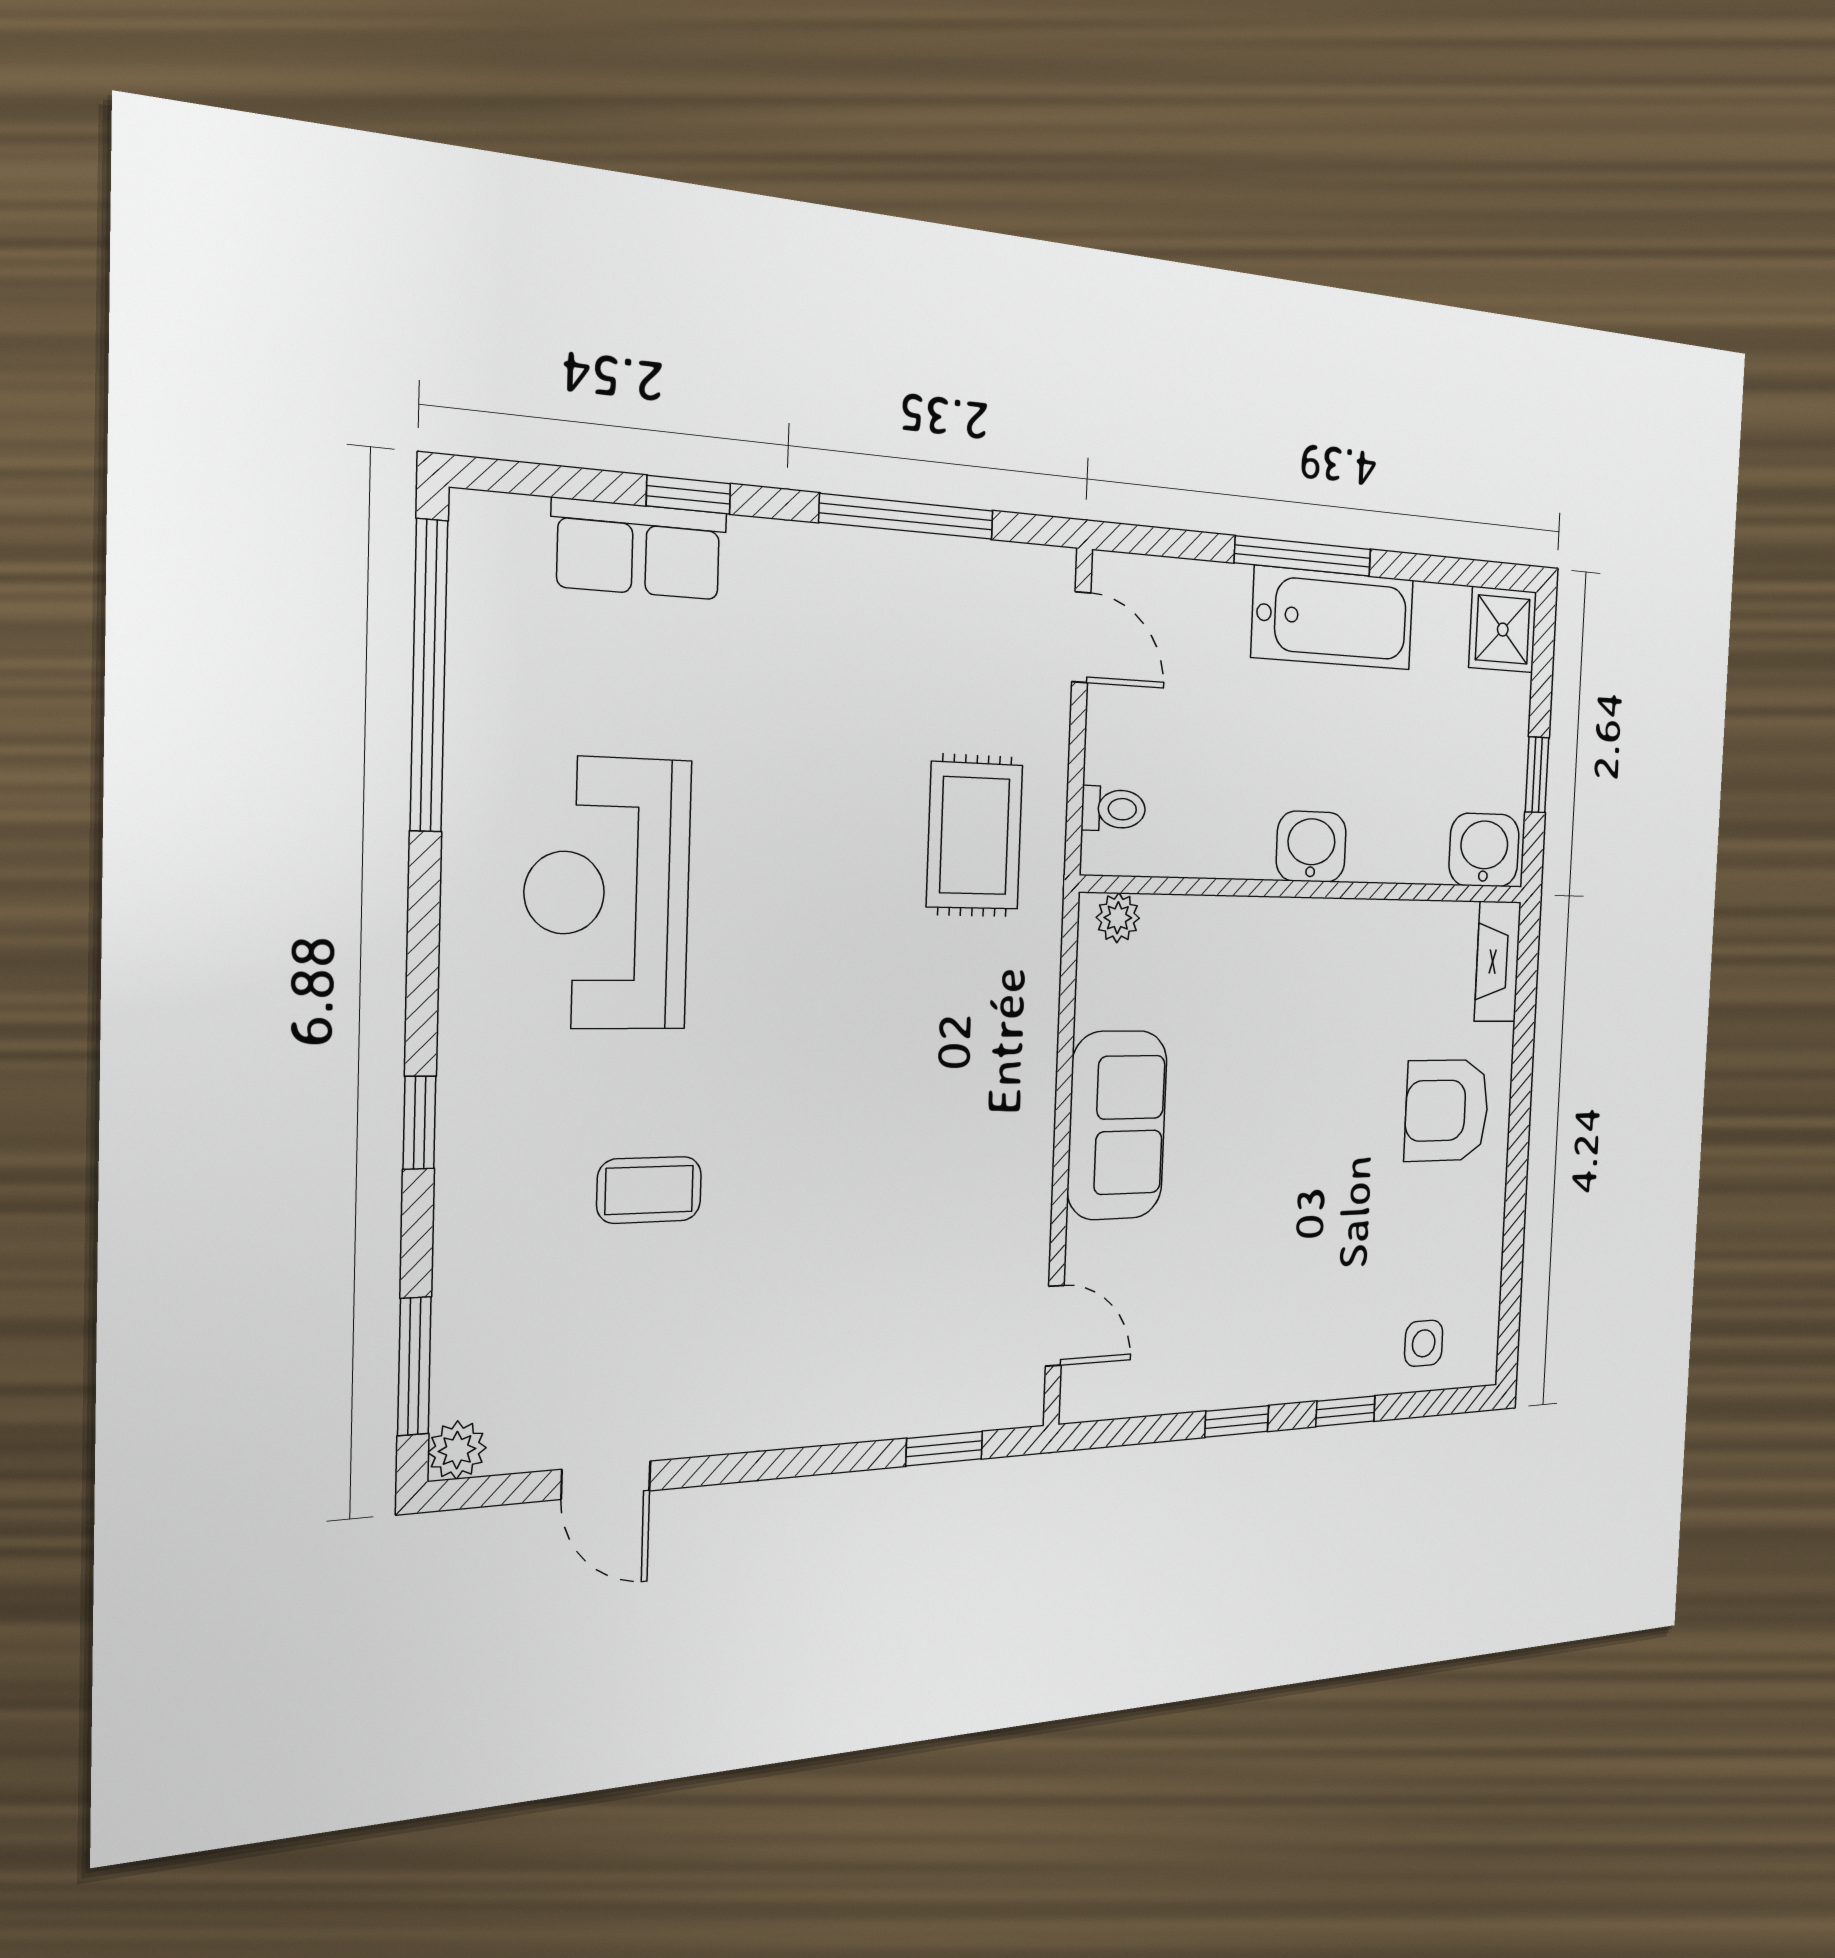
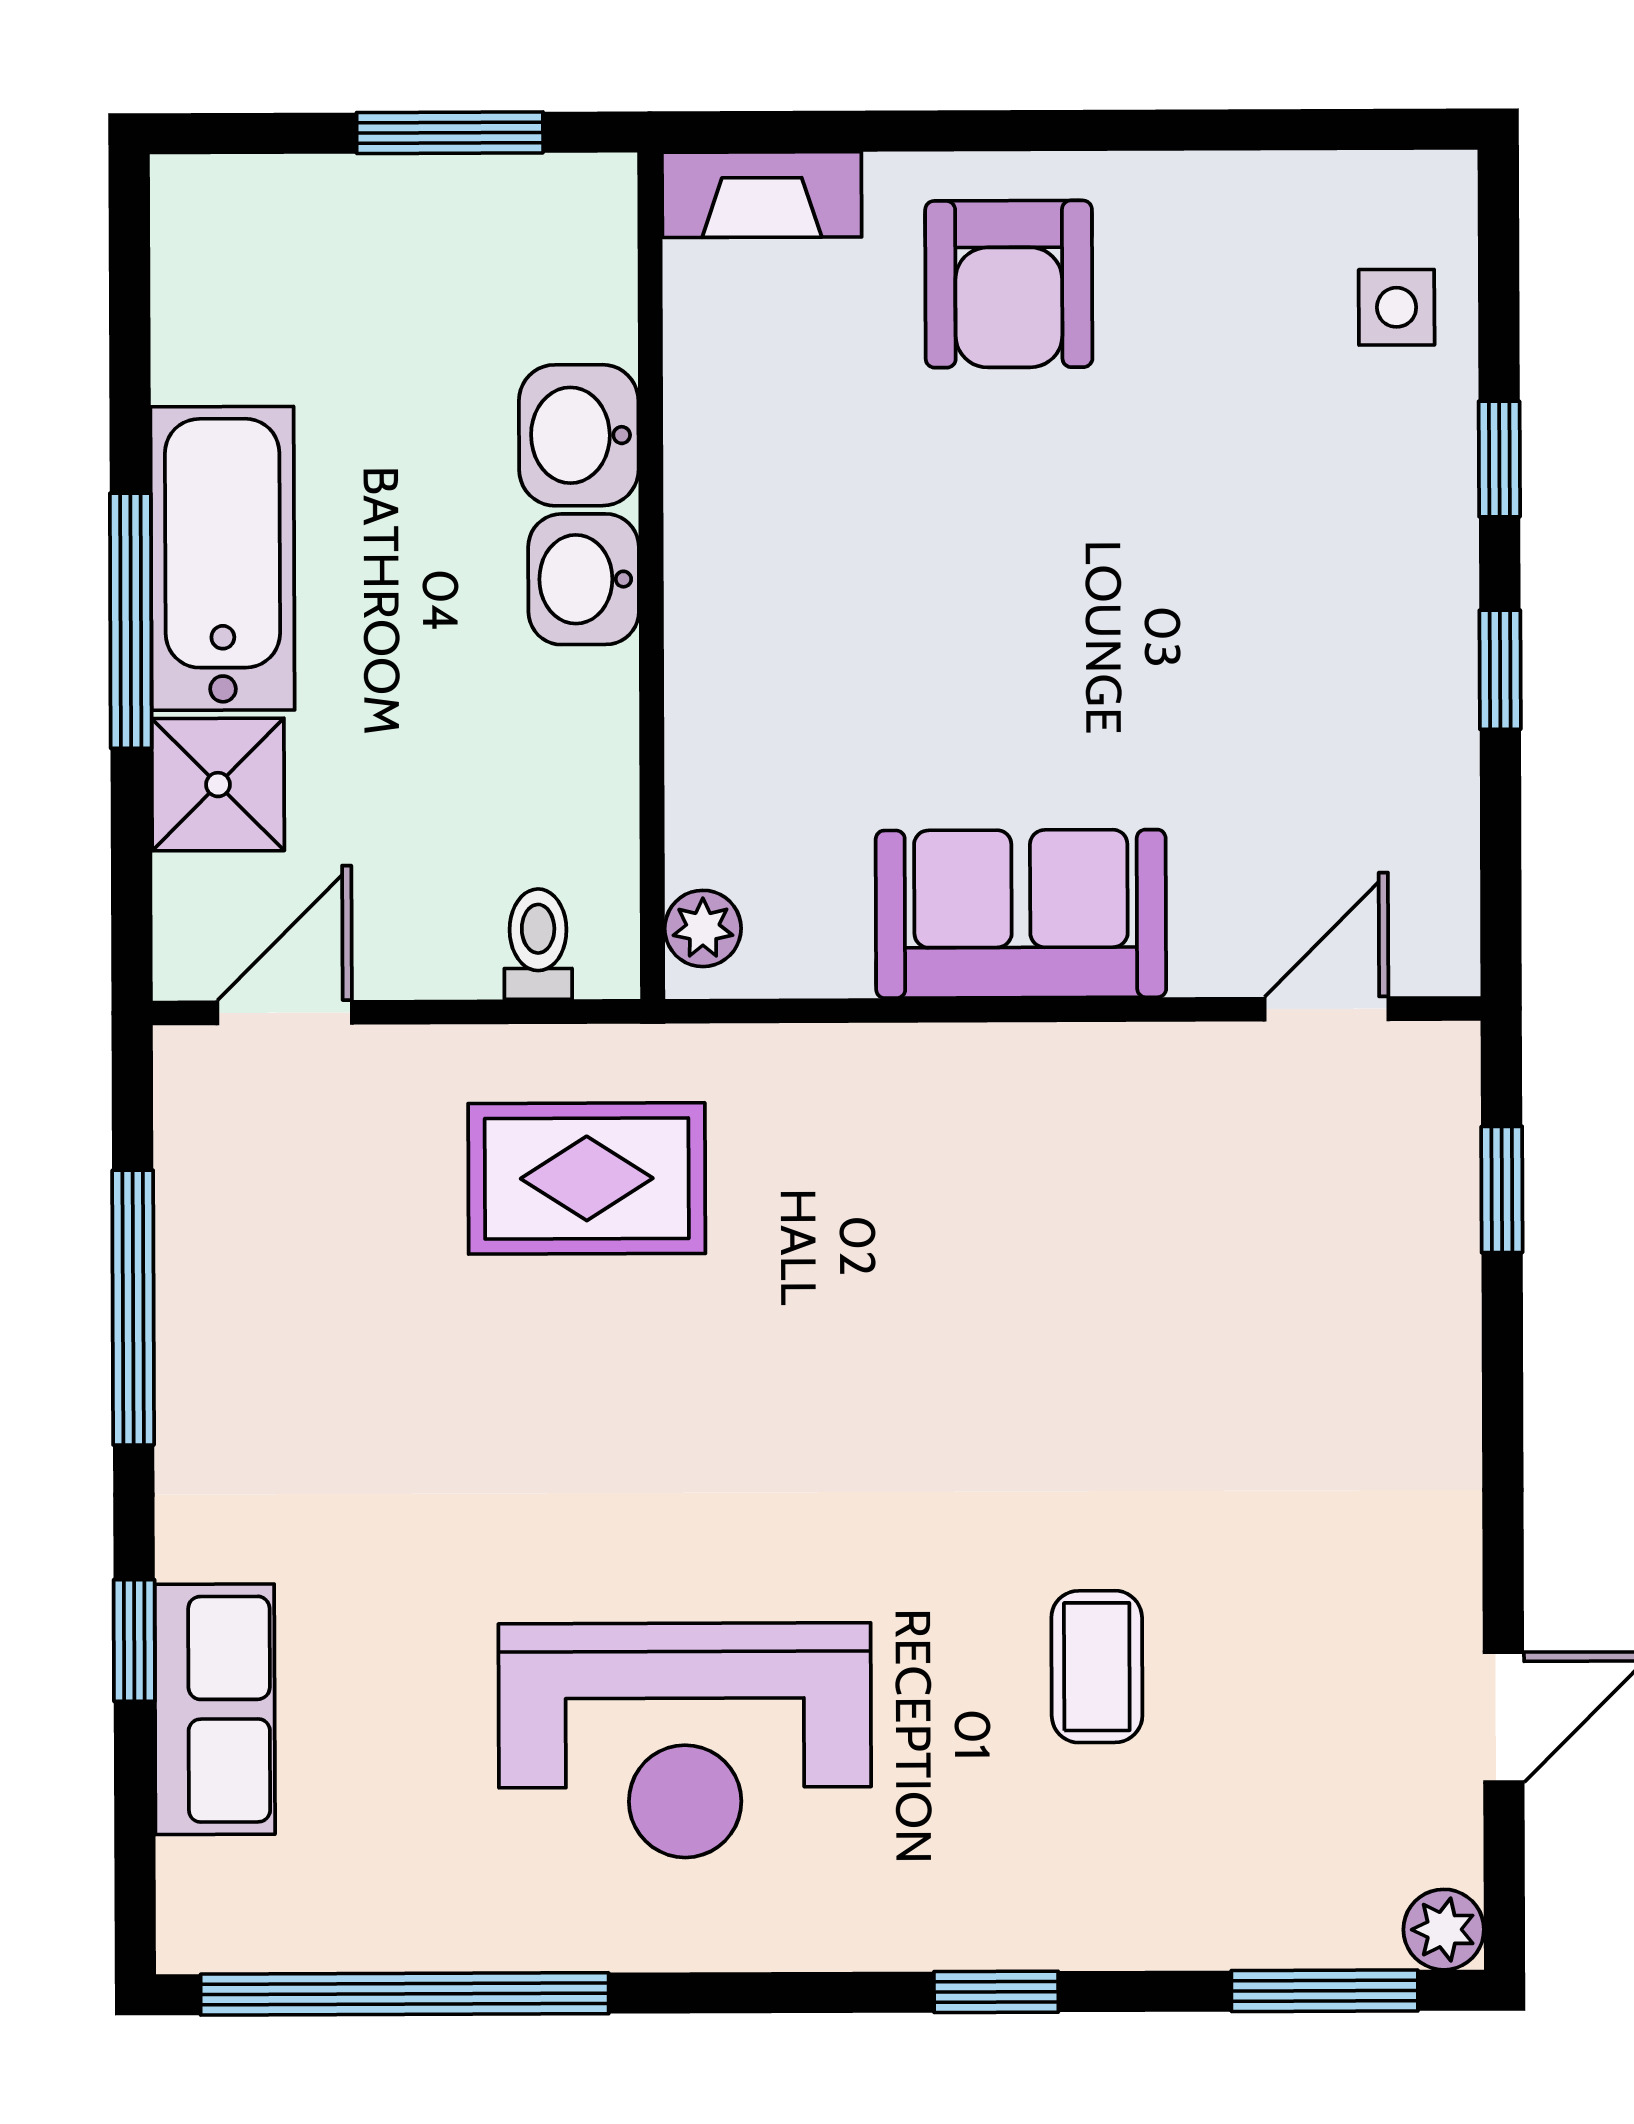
shower: (1503, 630) -> (218, 785), moved
window: (1537, 775) -> (450, 133), width x1.50
washbasin: (1484, 850) -> (579, 435), moved

